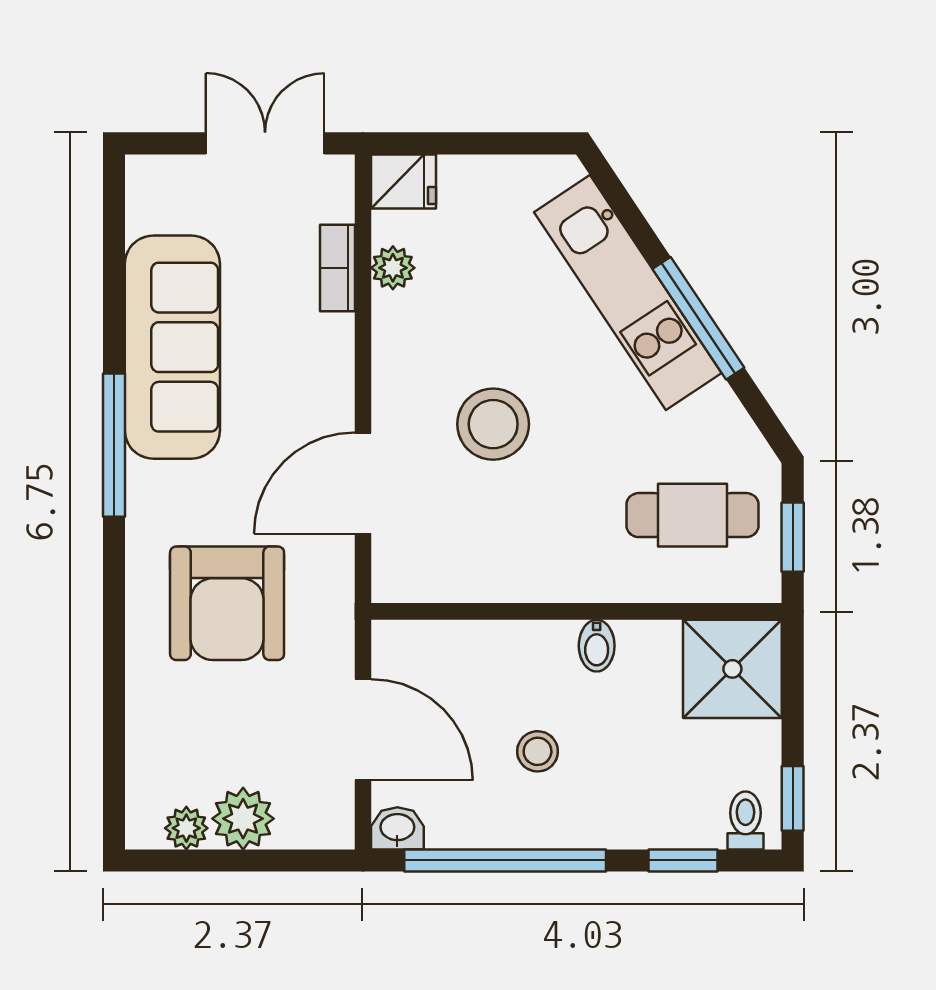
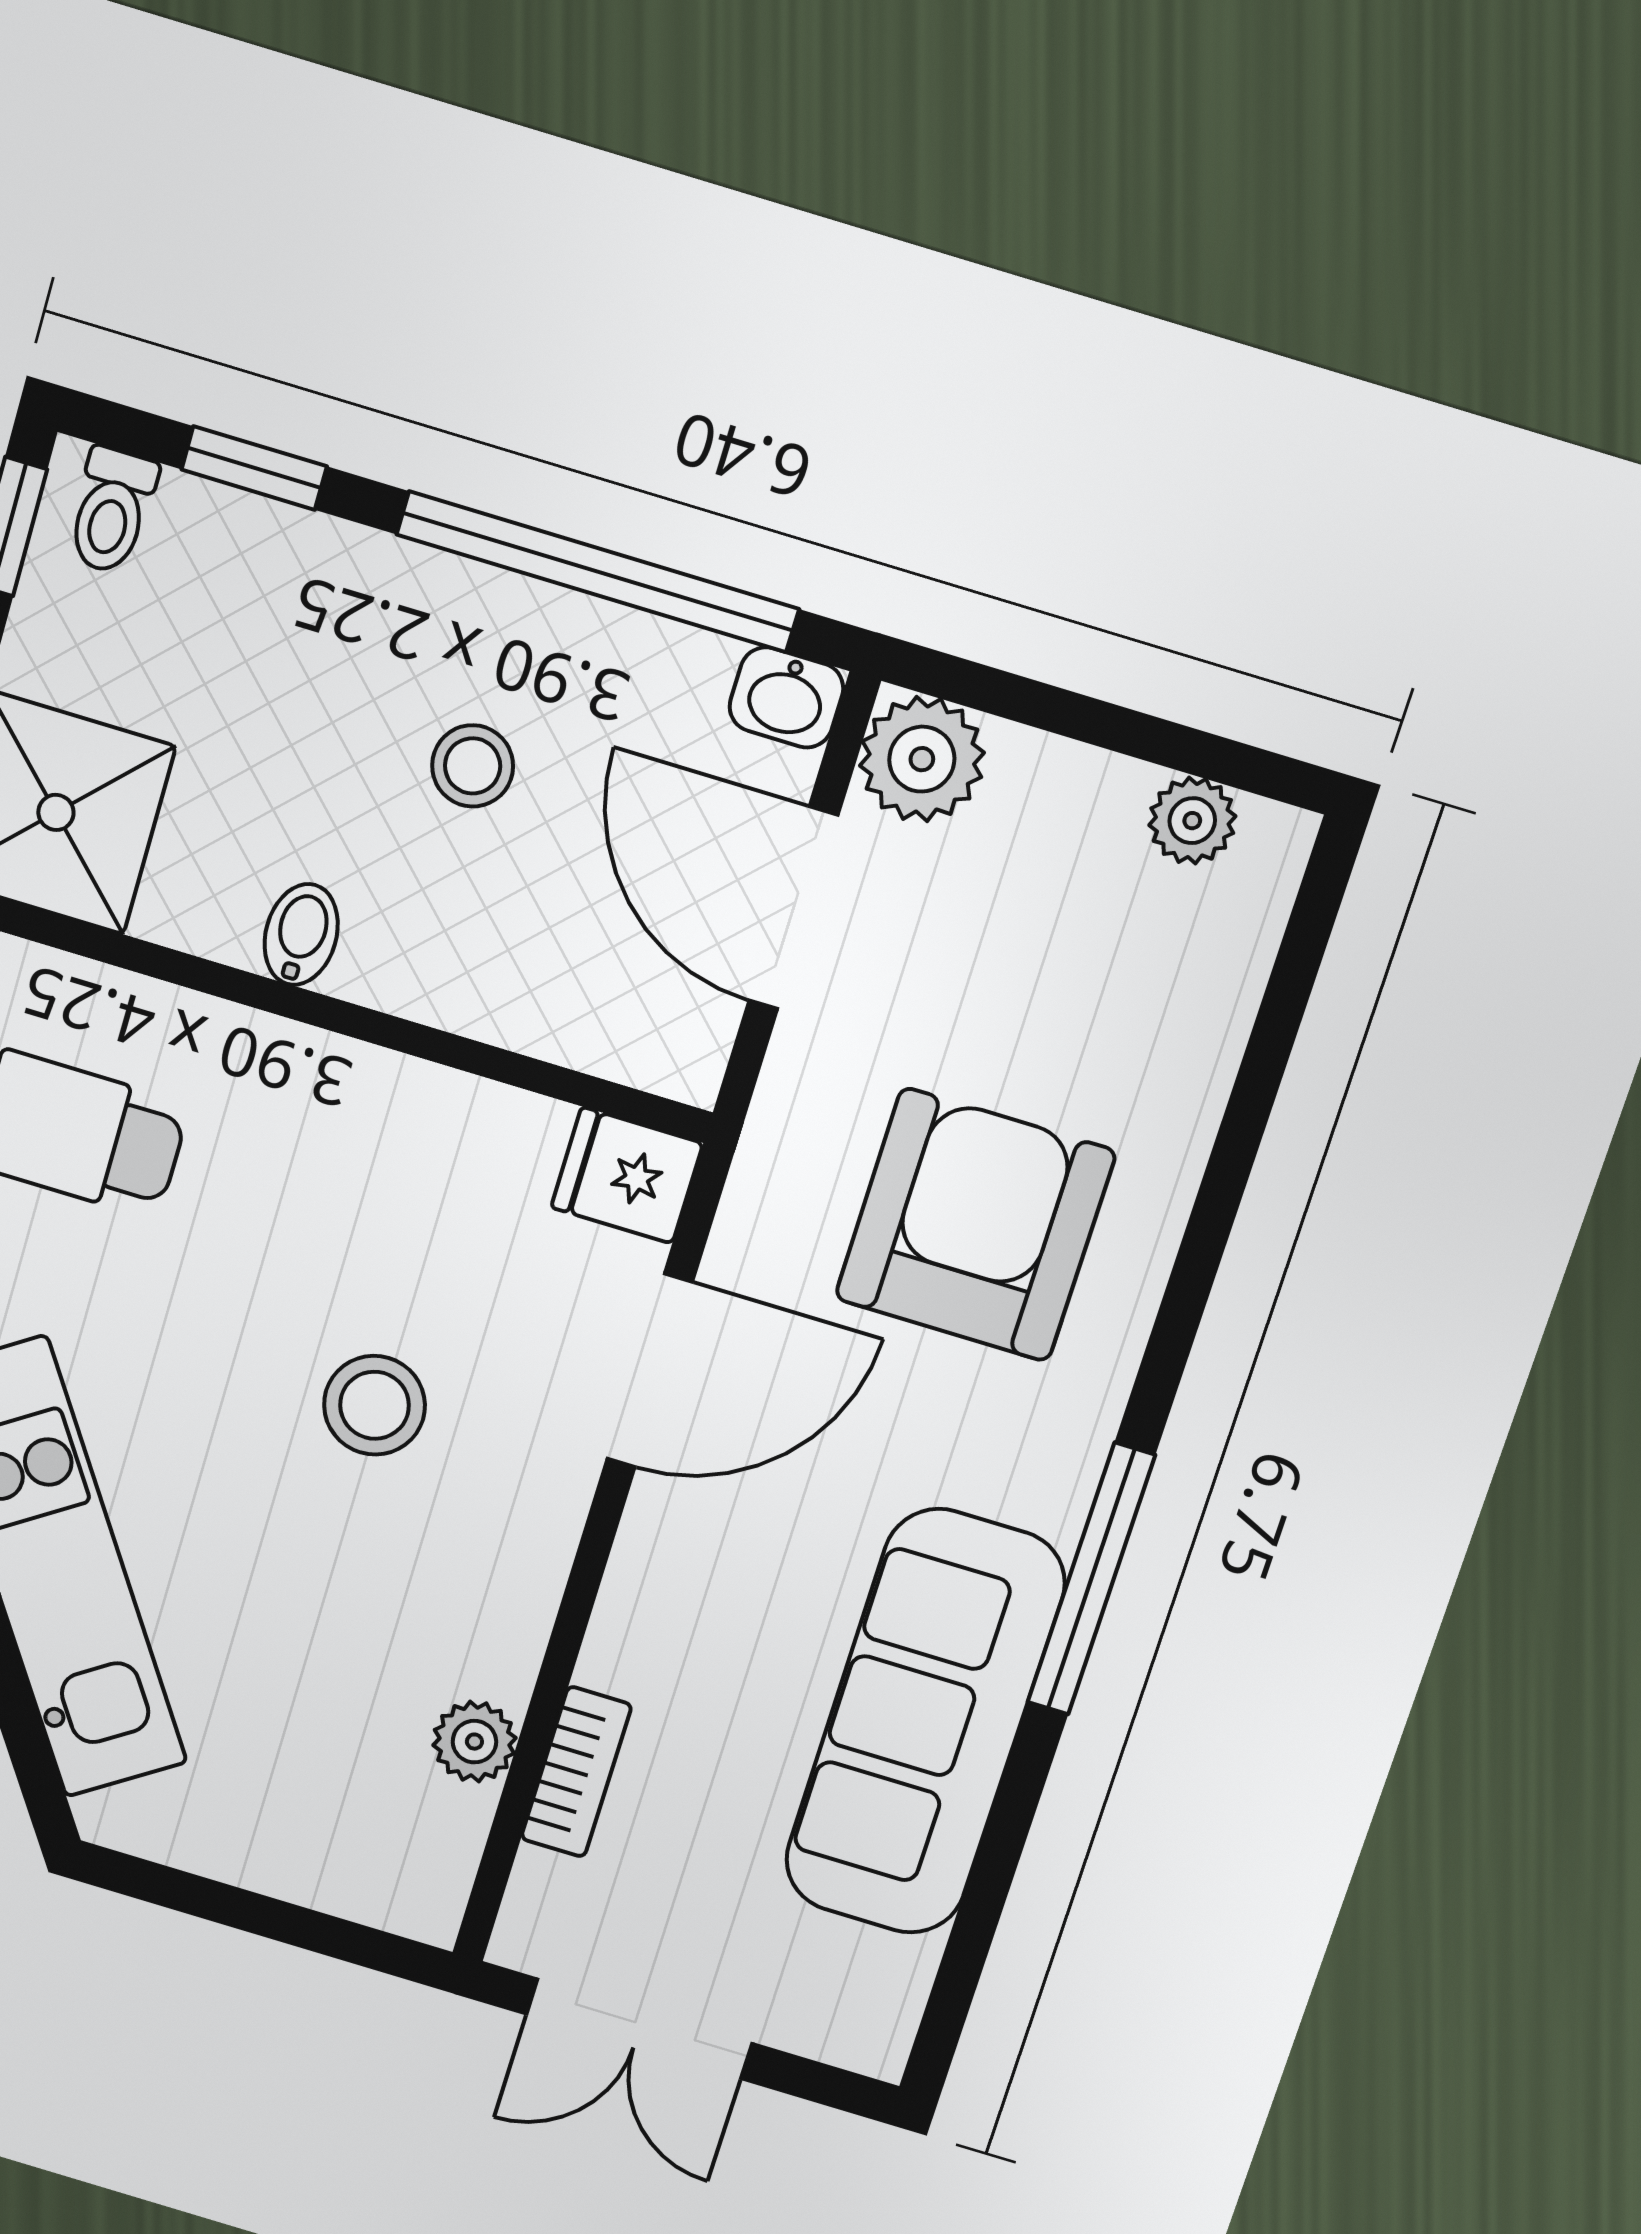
fridge: (403, 181) -> (627, 1175), moved
stool: (493, 424) -> (375, 1405), width x0.73, depth x0.73
plant: (243, 819) -> (922, 759), moved

